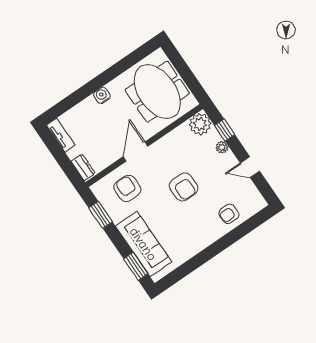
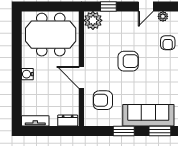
plant: (222, 147) -> (163, 16), moved
window: (101, 215) -> (124, 131), moved

